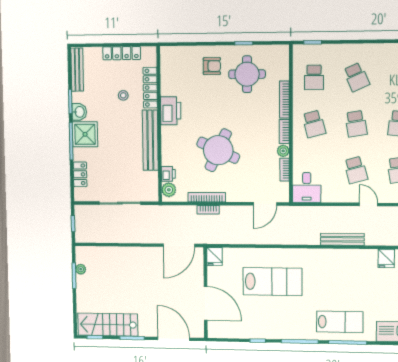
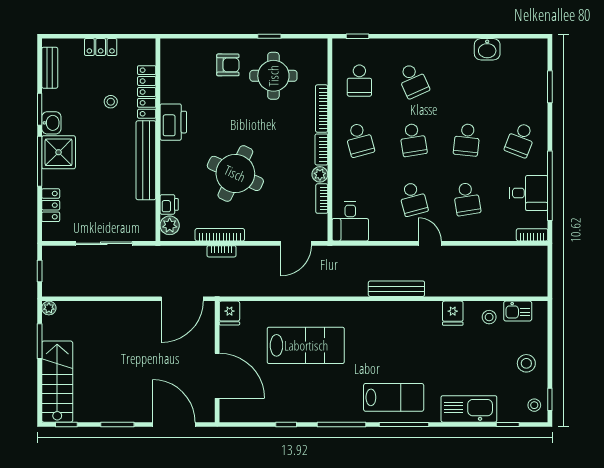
locker: (122, 53) -> (101, 47), width x0.66
bench: (77, 70) -> (50, 68), width x0.73
plant: (81, 269) -> (49, 308), moved
stairs: (108, 325) -> (57, 382), moved, turned 90

